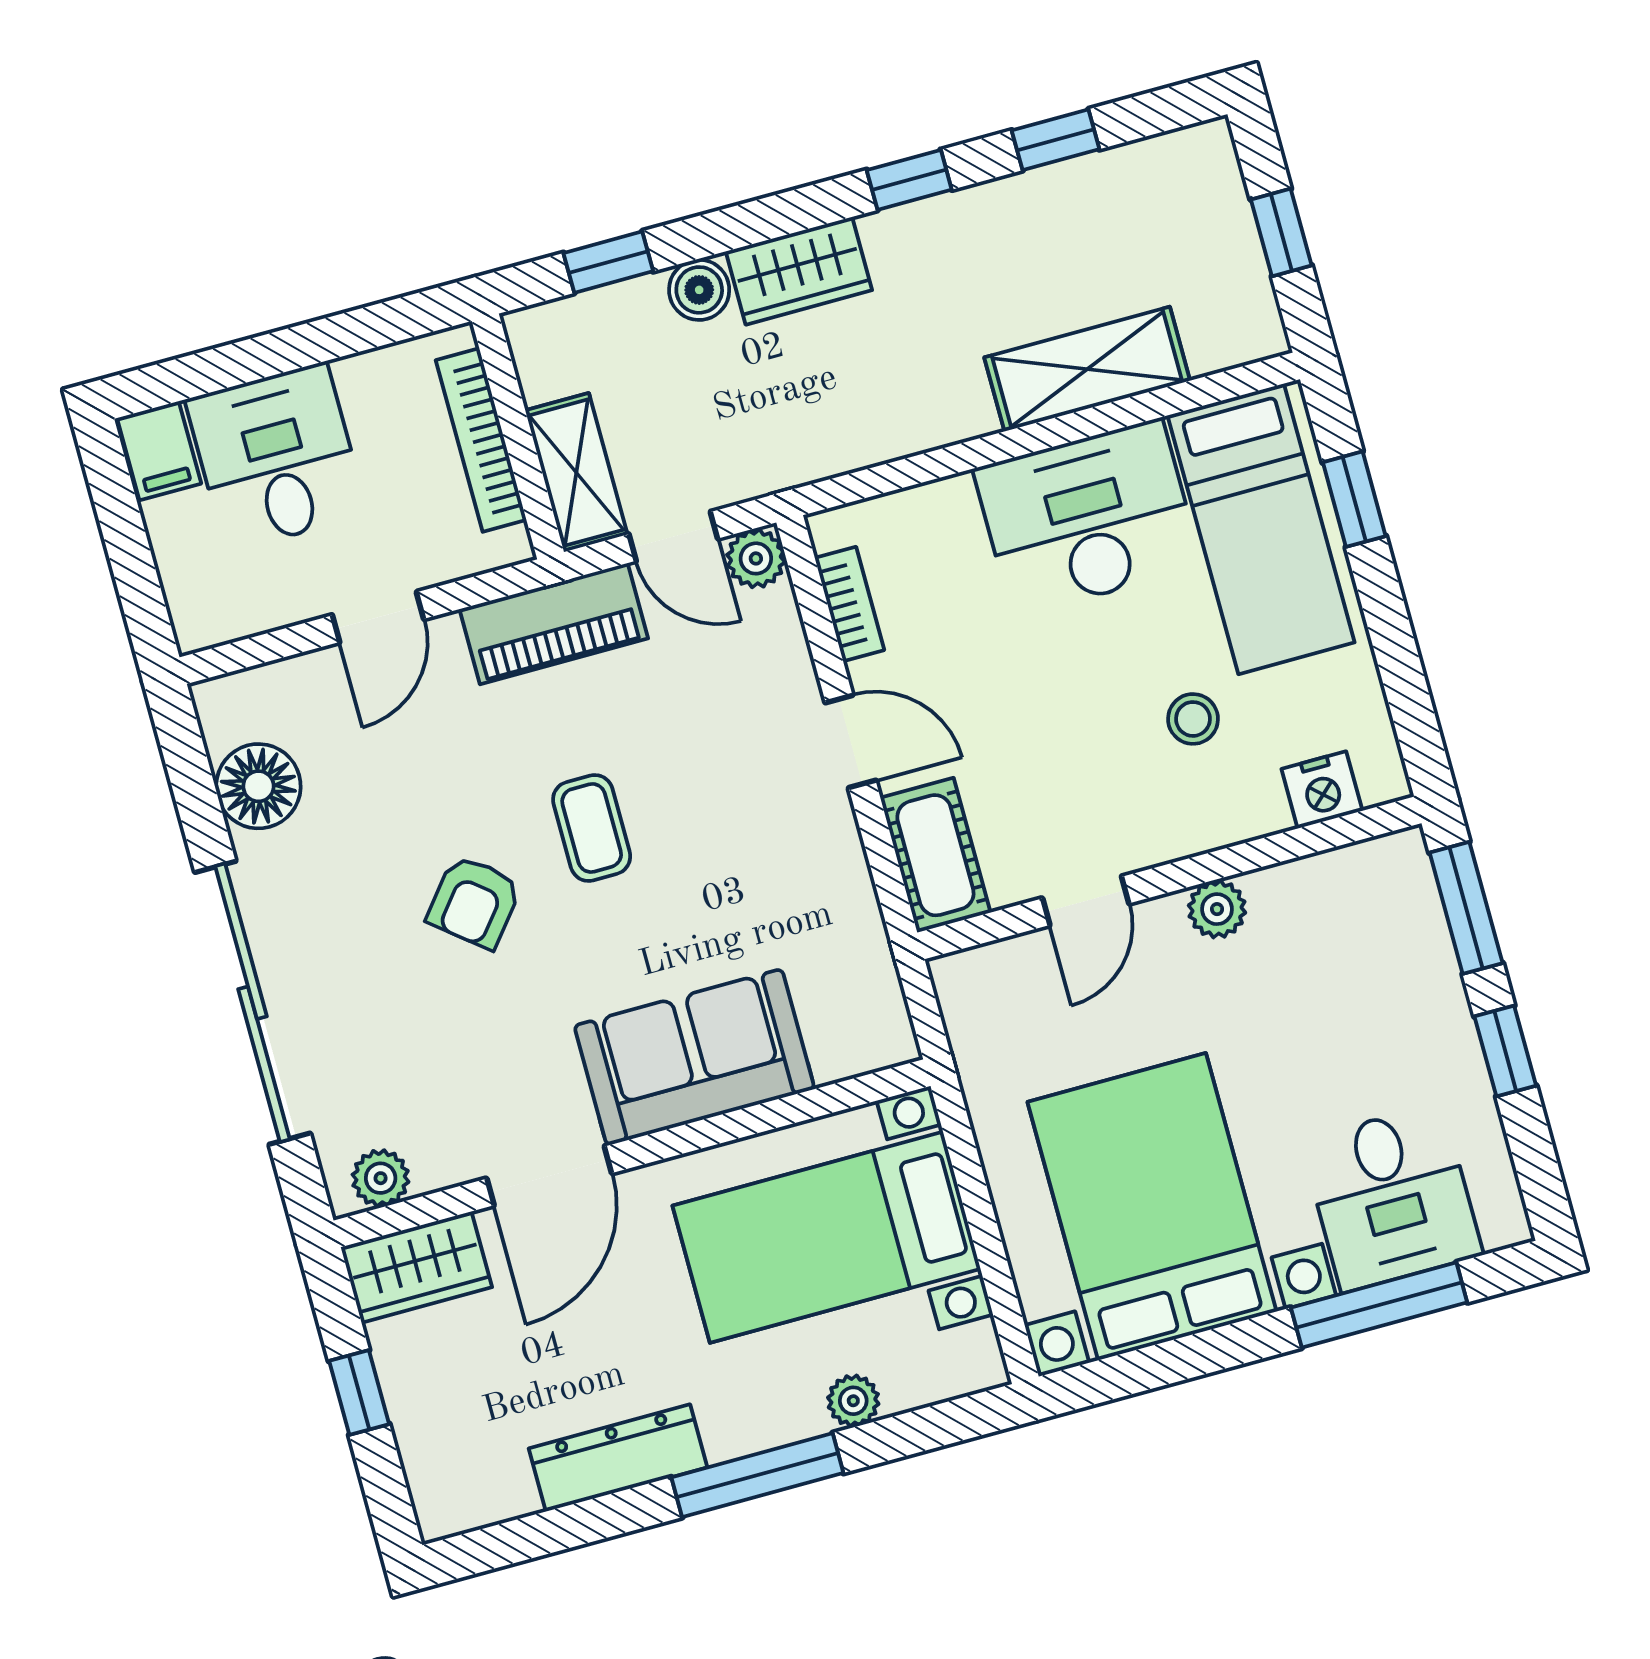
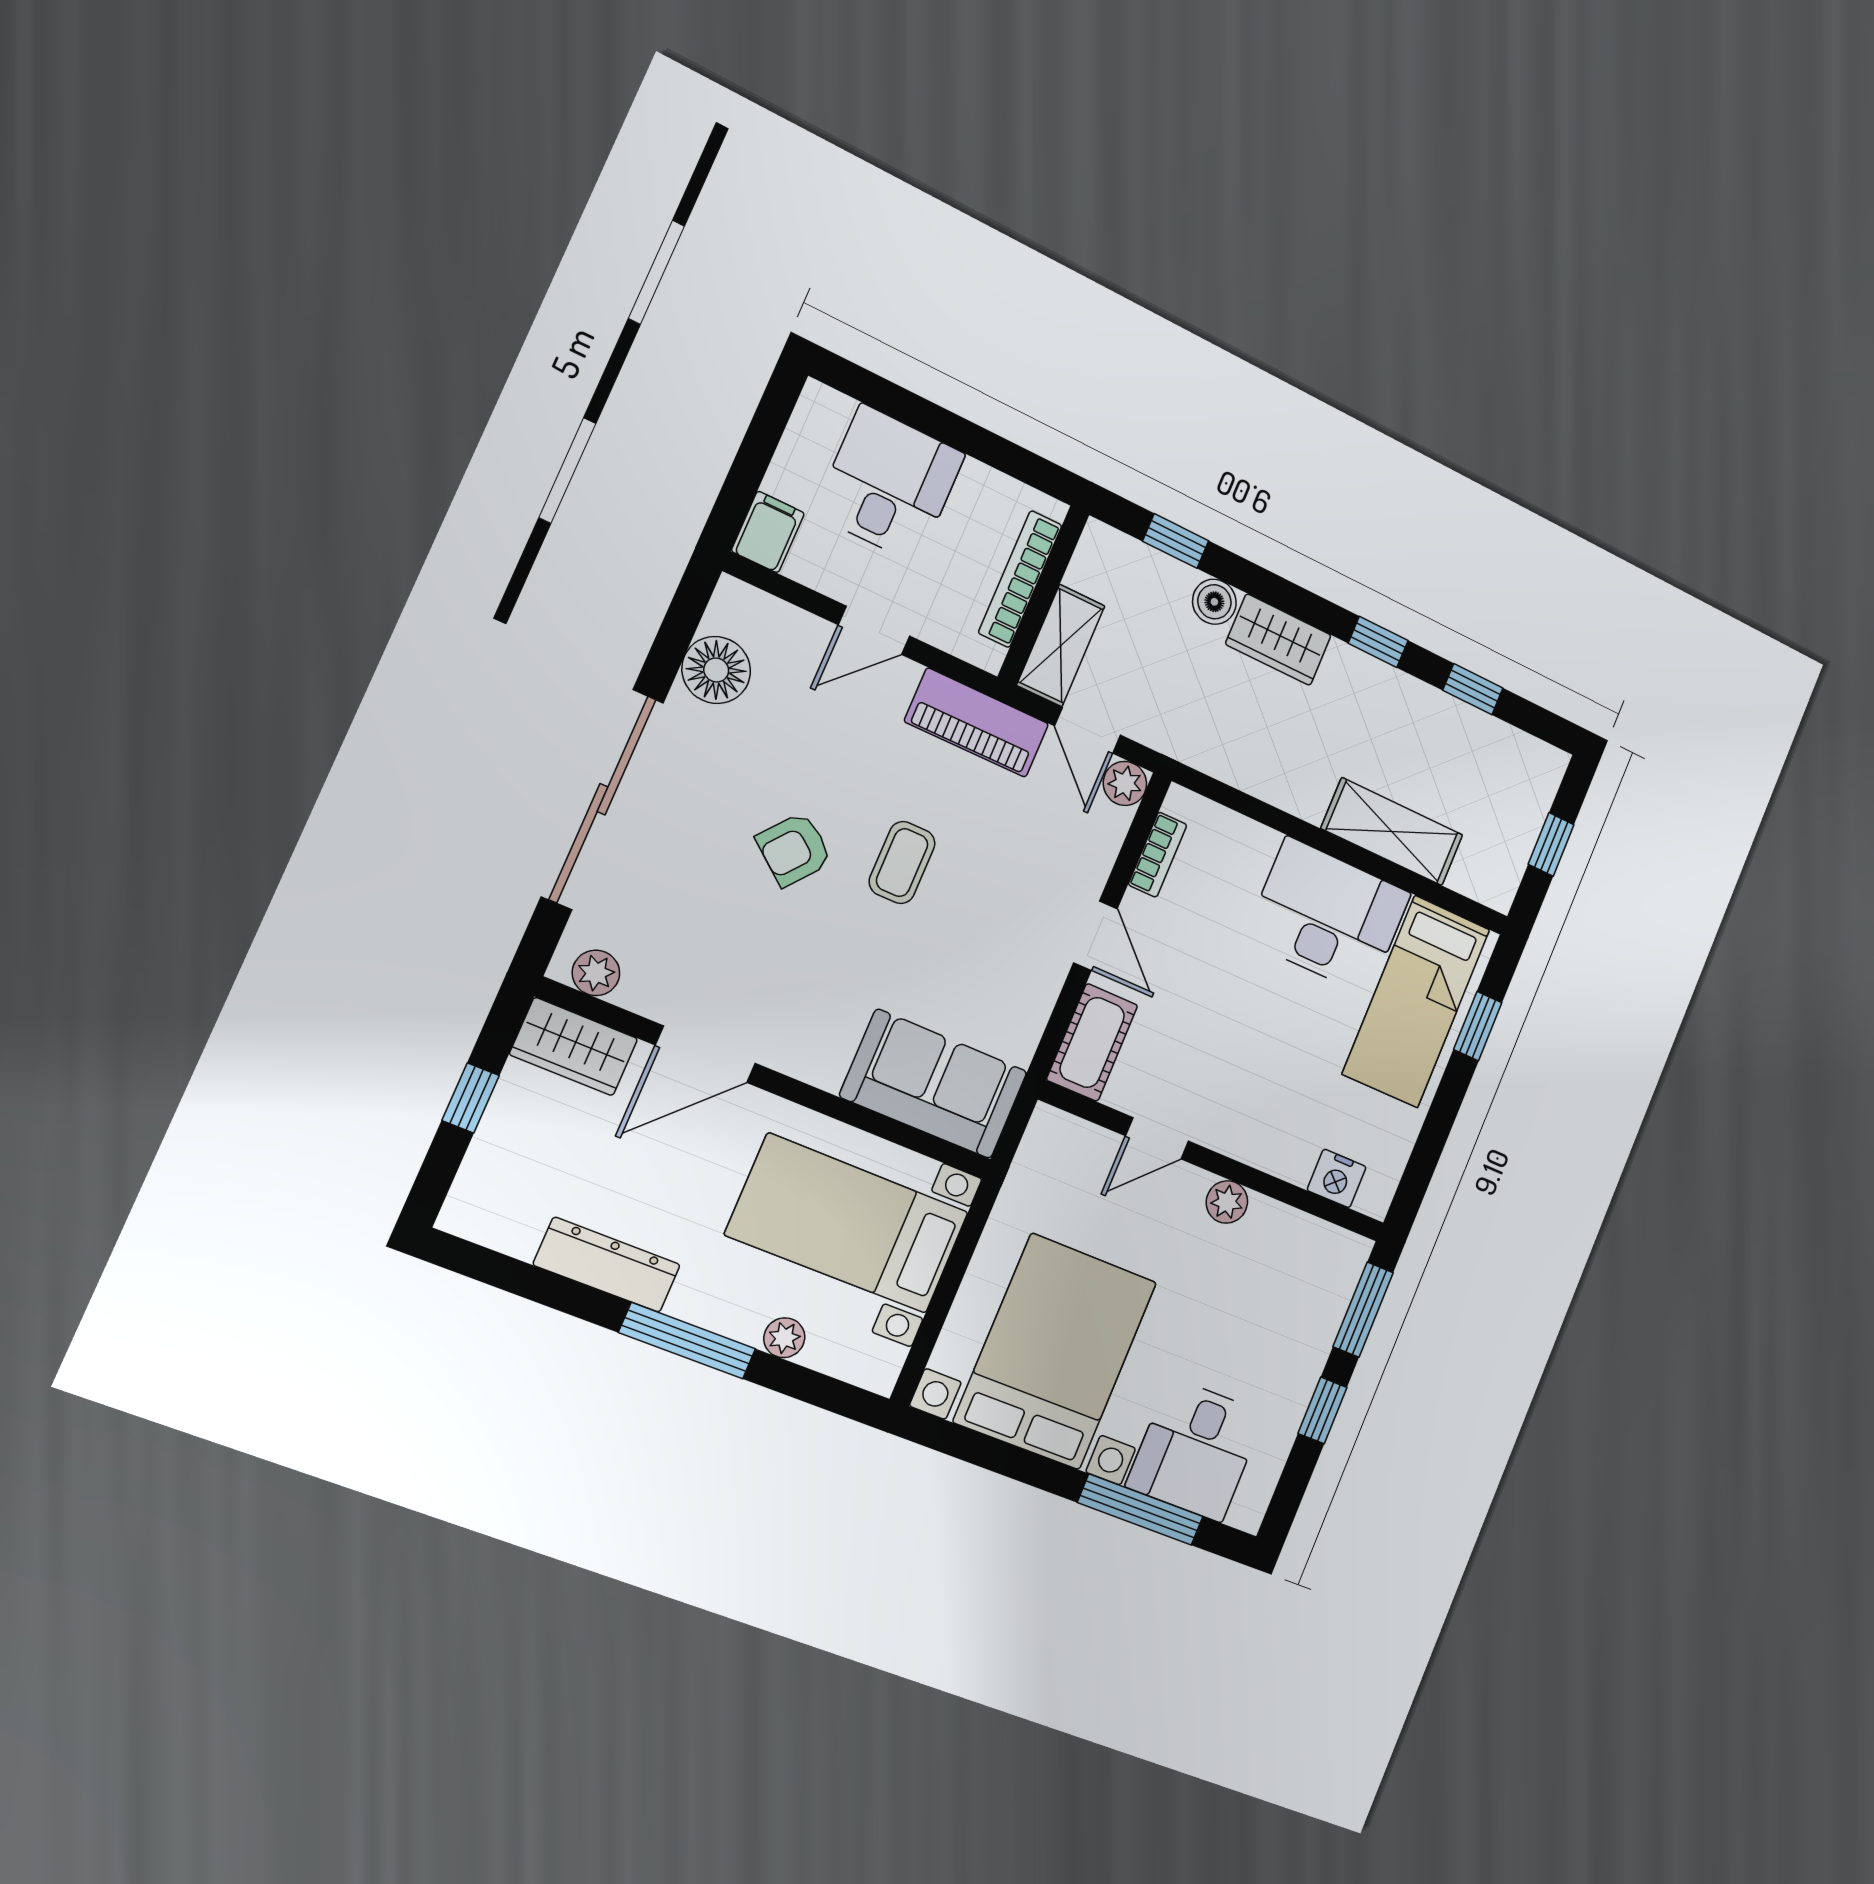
filing cabinet: (159, 451) -> (768, 532), moved, turned 180
stool: (1193, 719) -> (1298, 1080), removed
sofa: (694, 1057) -> (934, 1084), moved

